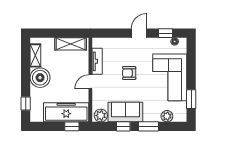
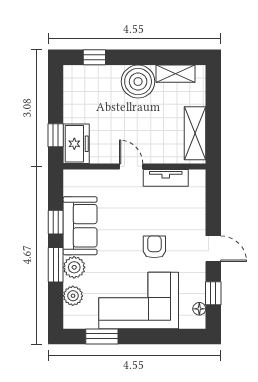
armchair: (129, 73) -> (154, 247), moved
freezer: (66, 112) -> (76, 144), width x0.52, depth x0.79
plant: (101, 115) -> (74, 267), moved

